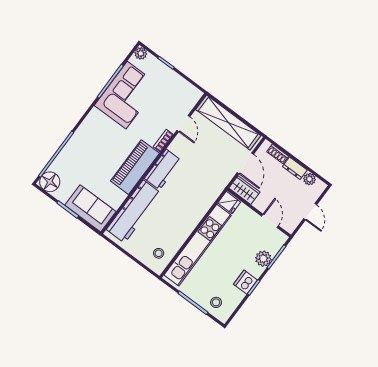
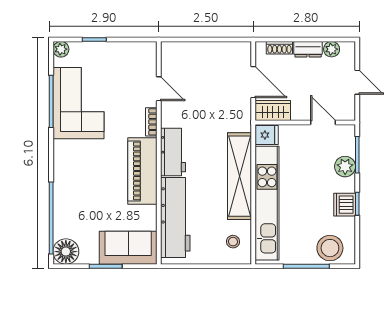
shelving: (228, 122) -> (240, 176), moved, turned 90
stool: (216, 302) -> (330, 248), width x1.89, depth x1.89

